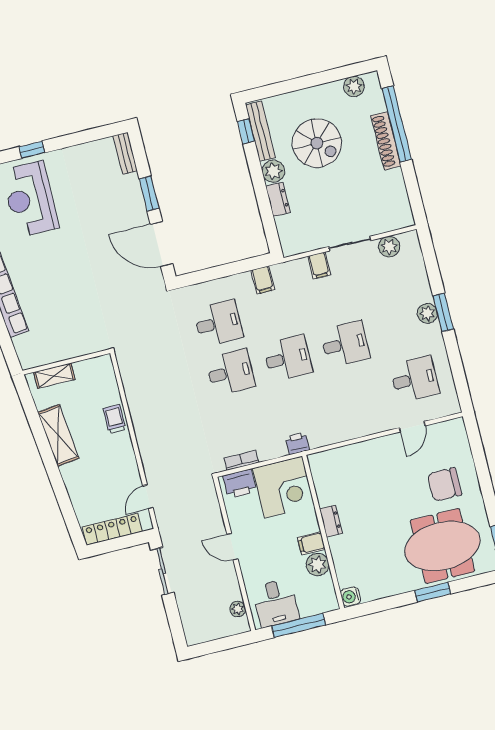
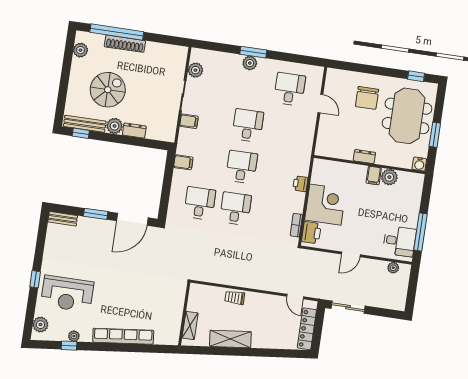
dresser: (331, 521) -> (364, 157), moved
wall: (323, 532) -> (369, 165), moved
filing cabinet: (311, 543) -> (374, 175), moved
plant: (317, 565) -> (389, 177), moved
water cooler: (350, 597) -> (419, 164), moved

